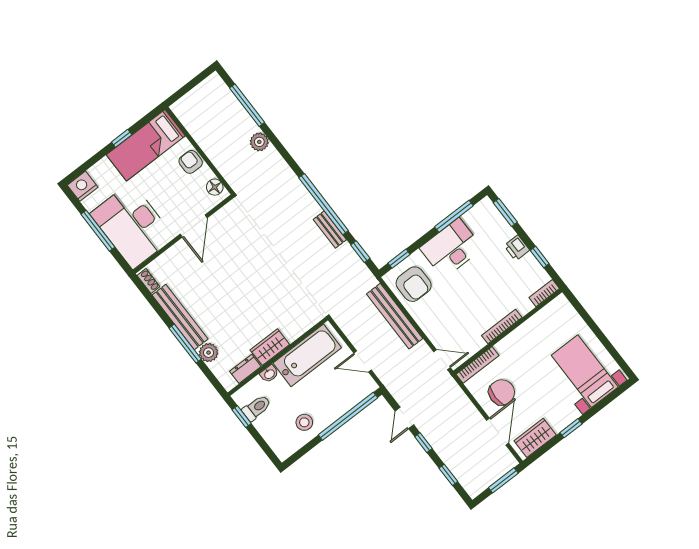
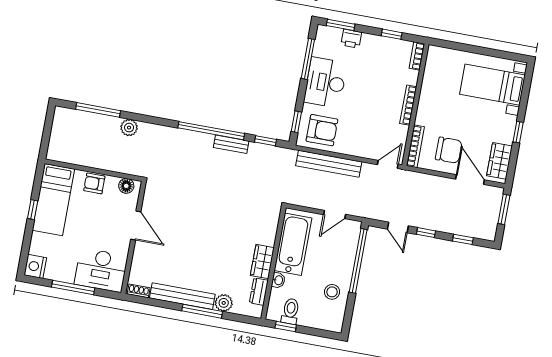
desk: (132, 225) -> (101, 270), width x0.73, depth x0.77
printer: (517, 248) -> (351, 39), moved
chair: (502, 392) -> (449, 150), turned 90

